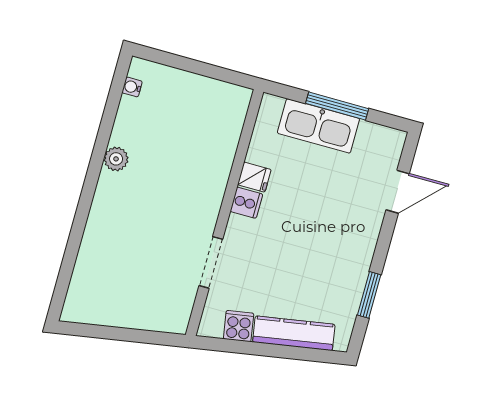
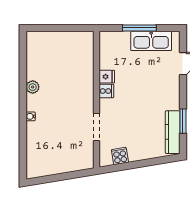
water cooler: (132, 87) -> (31, 116), moved
kitchen sink: (318, 126) -> (151, 41), moved
kitchen counter: (294, 333) -> (173, 132), moved, turned -81

